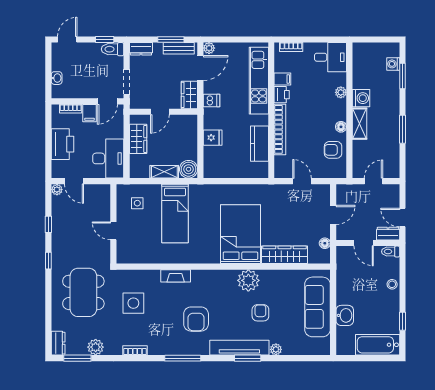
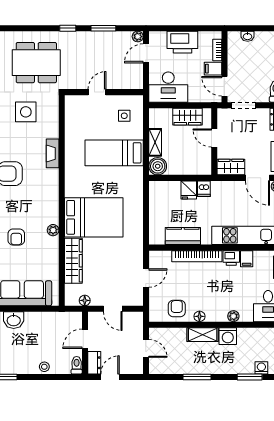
dishwasher: (211, 101) -> (204, 189), moved
window: (48, 224) -> (103, 28), width x1.50
plant: (248, 280) -> (53, 230), width x0.53, depth x0.53
armchair: (260, 313) -> (16, 237), turned 90

